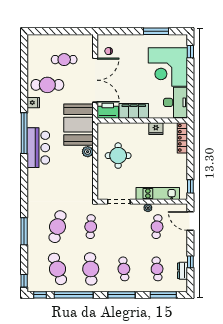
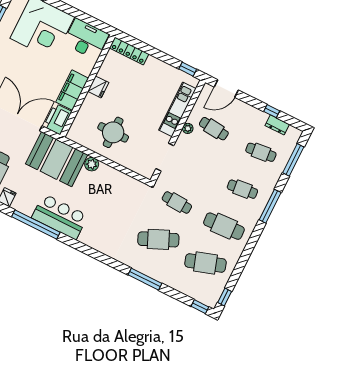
fridge: (156, 129) -> (98, 87), moved
cafe table: (57, 227) -> (158, 239), turned -39
window: (74, 295) -> (243, 259), removed

